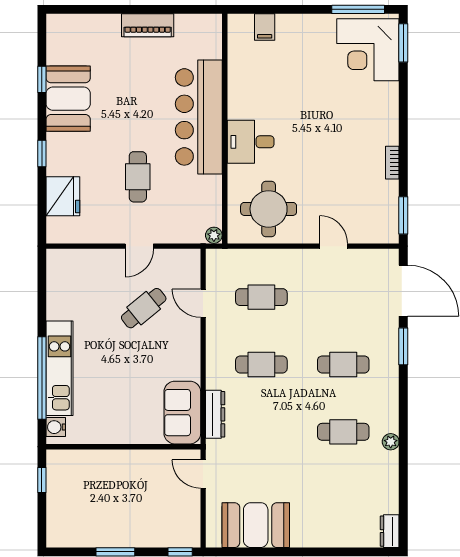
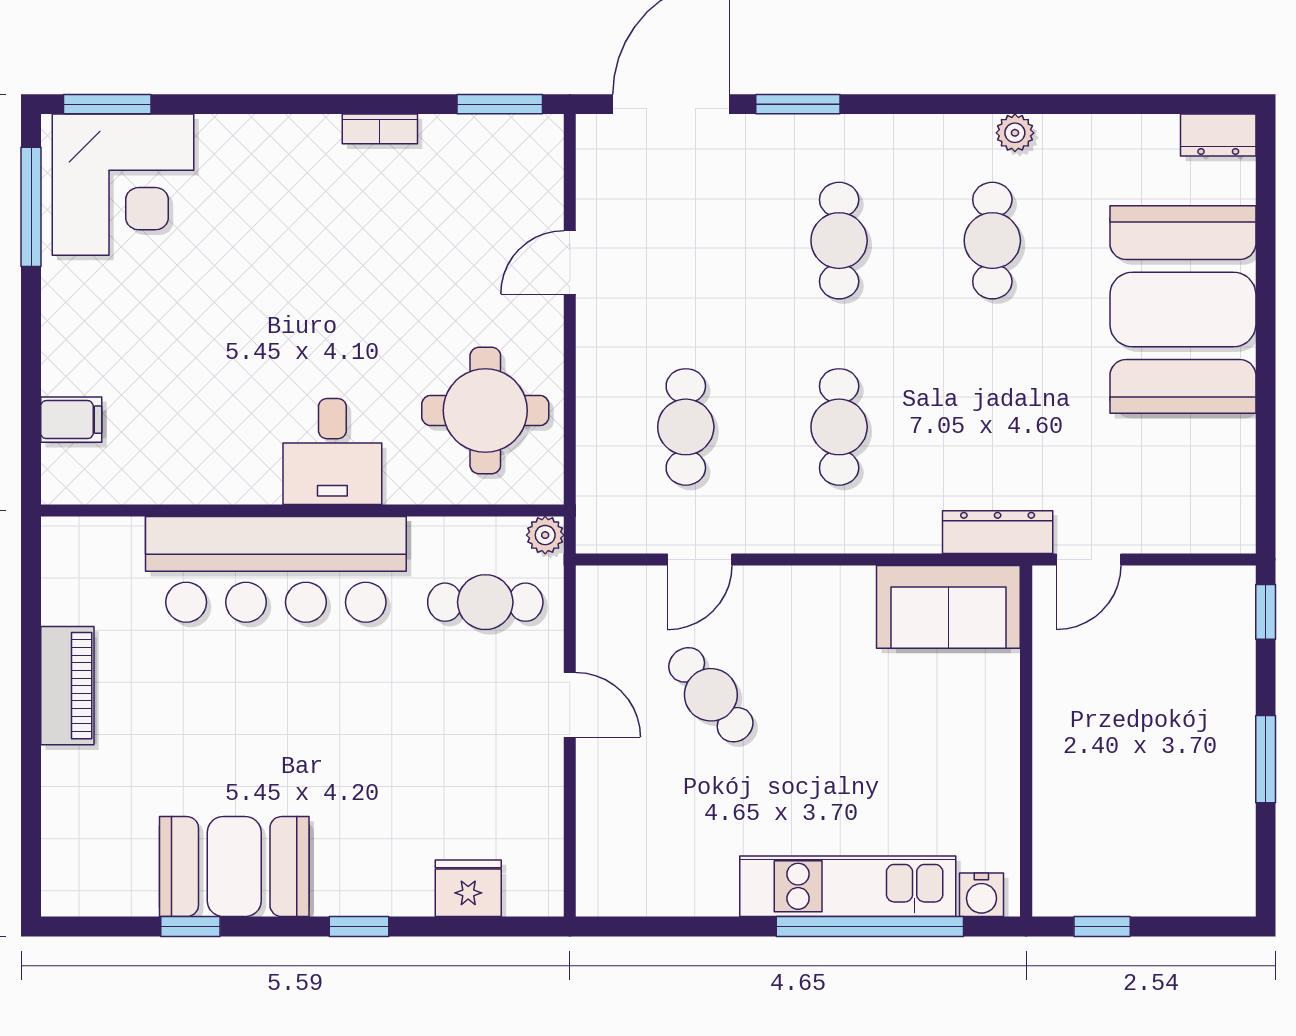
cafe table: (138, 177) -> (485, 602), moved
fridge: (63, 196) -> (468, 888), width x0.73, depth x0.75
dresser: (215, 414) -> (998, 532), moved
booth: (256, 525) -> (1183, 309), moved, width x1.36, depth x1.42

